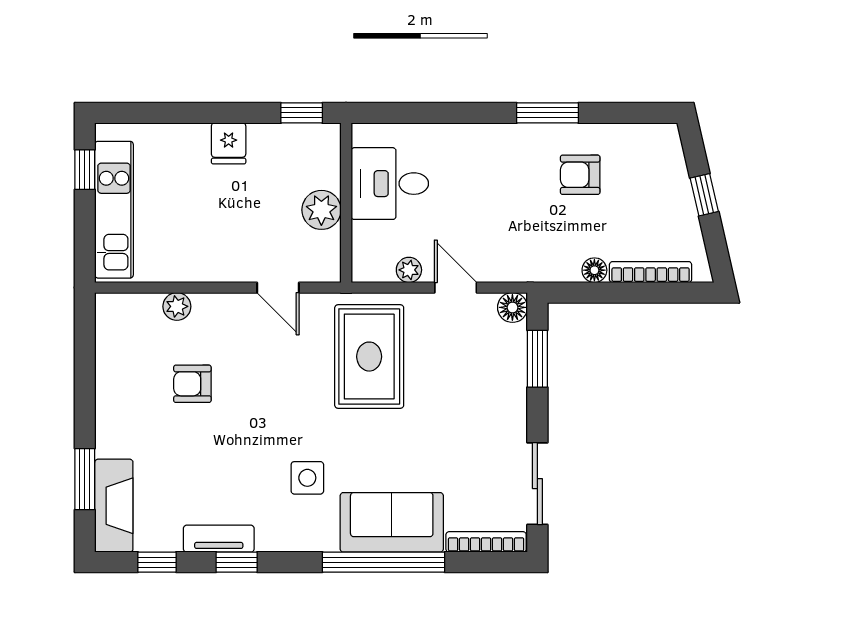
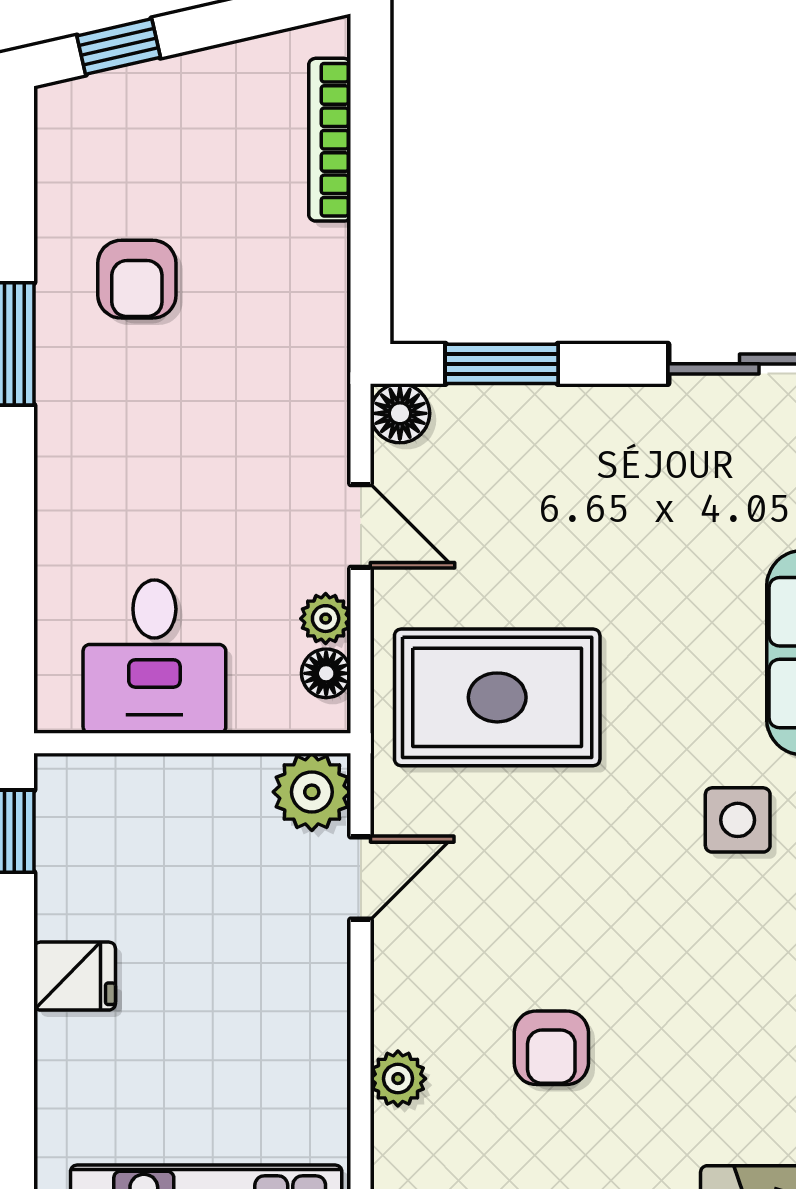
window: (704, 195) -> (119, 47), moved
plant: (321, 210) -> (312, 792), moved
floor lamp: (594, 270) -> (326, 673), moved
door: (456, 288) -> (361, 526), swing flipped

